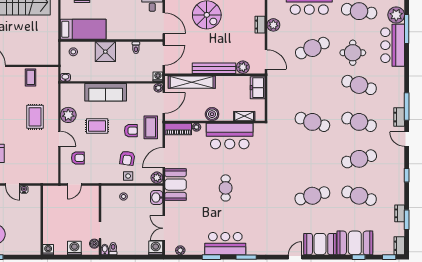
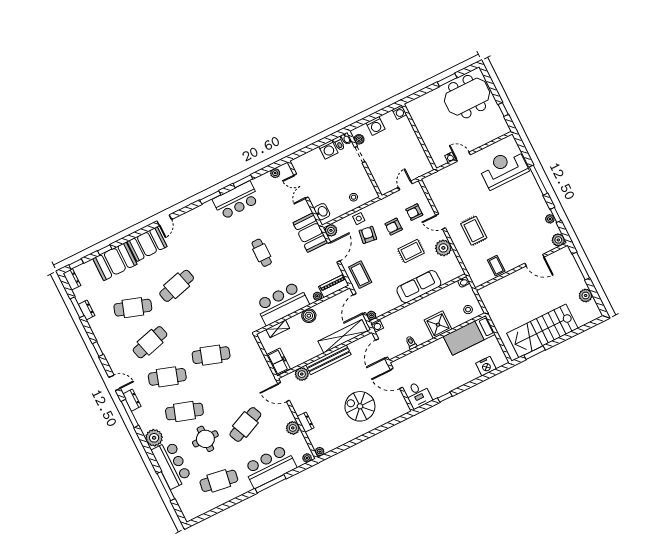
plant: (396, 15) -> (154, 438), moved
armchair: (131, 131) -> (394, 227), moved
double door: (164, 228) -> (301, 186), swing flipped
washing machine: (156, 248) -> (328, 150), moved

